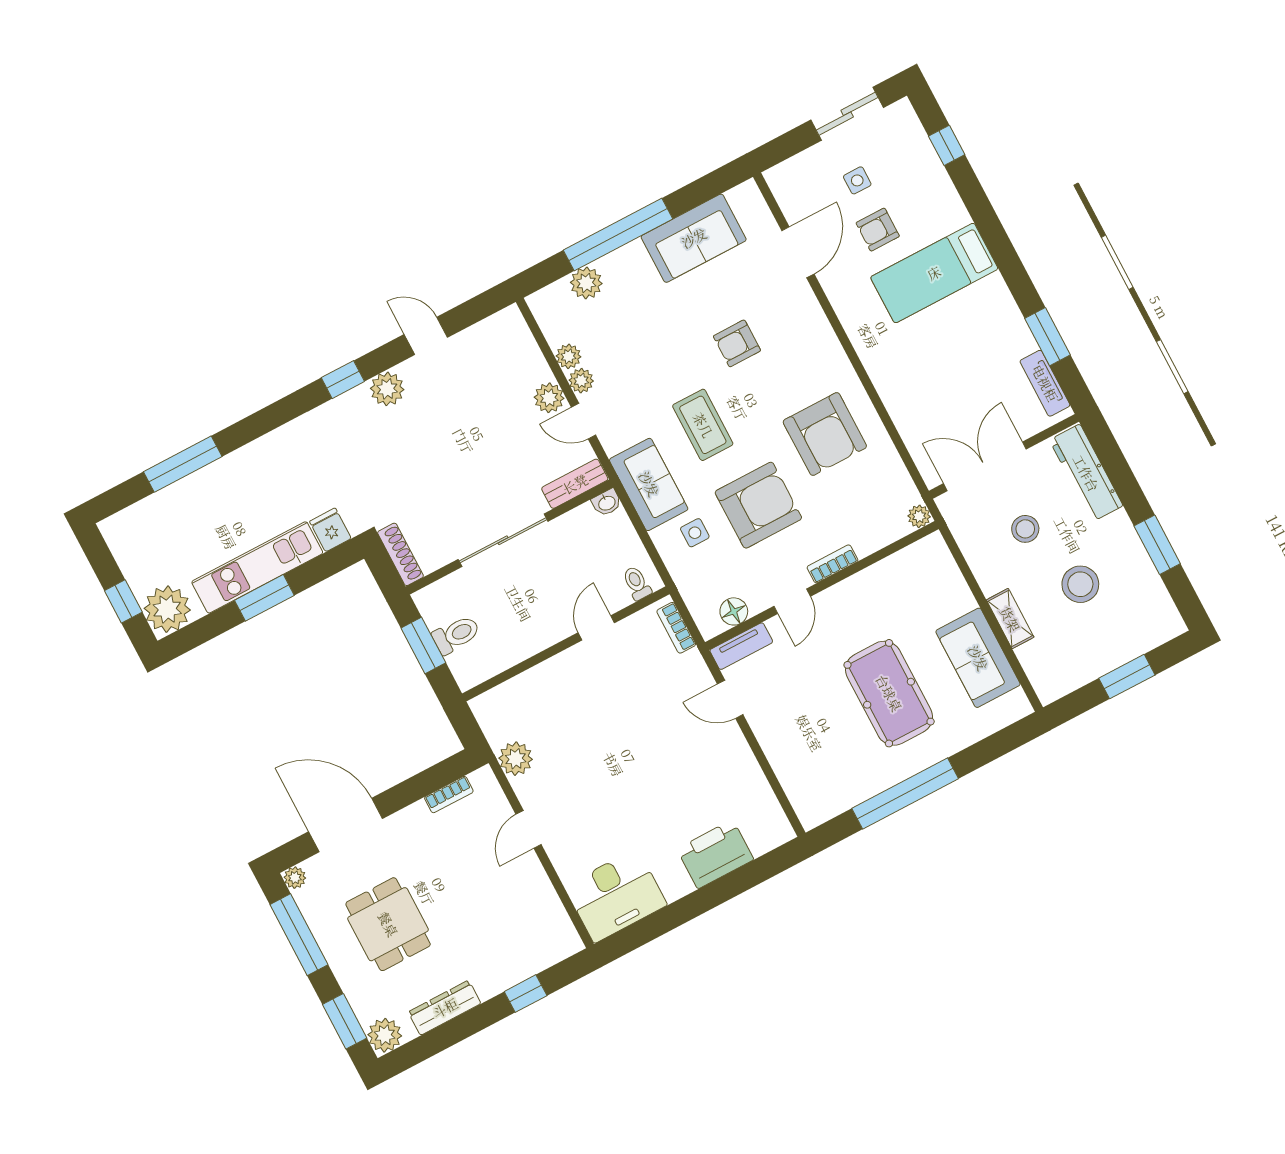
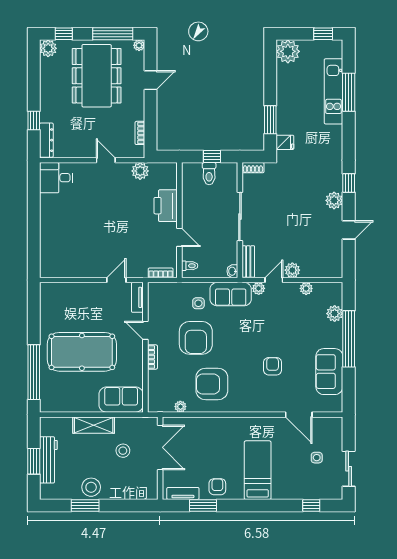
armchair: (878, 230) -> (217, 487), moved
plant: (581, 381) -> (259, 288), moved
coffee table: (703, 425) -> (244, 332), removed
workbench: (1086, 473) -> (48, 460), moved, turned 90
plant: (919, 516) -> (180, 407), moved
shoe rack: (401, 554) -> (253, 168), width x0.70
kitchen unit: (257, 567) -> (333, 91), moved, turned 180
stool: (1080, 584) -> (91, 487), moved
window: (264, 598) -> (270, 120), moved
window: (123, 601) -> (323, 34), moved
floor lamp: (734, 611) -> (154, 302), removed
shelving: (1010, 619) -> (94, 425), width x1.50, depth x1.33
window: (423, 645) -> (212, 157), width x0.67
sofa: (978, 658) -> (121, 400), moved
pool table: (889, 693) -> (82, 352), width x1.36, depth x1.32
window: (905, 793) -> (34, 372), moved
door: (346, 825) -> (150, 80), width x0.53
printer: (715, 854) -> (166, 206), moved, turned 180
desk: (616, 896) -> (56, 178), width x0.73
dining table: (388, 924) -> (97, 76), width x1.88, depth x1.24
dresser: (445, 1008) -> (46, 140), moved
window: (345, 1021) -> (64, 34), width x0.67

